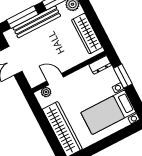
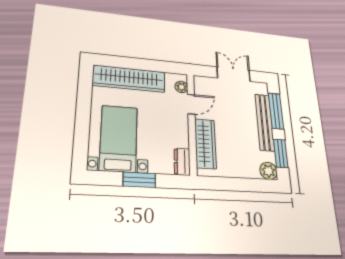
wardrobe: (87, 34) -> (205, 143), moved, turned 90
window: (123, 76) -> (139, 180), moved

